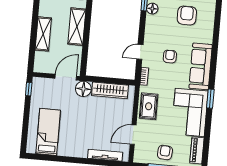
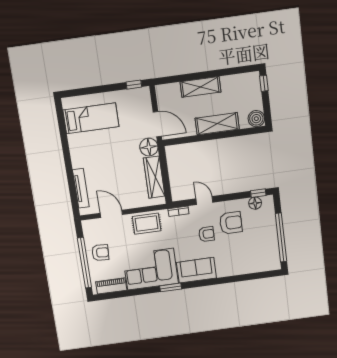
armchair: (187, 15) -> (231, 223), moved
sofa: (201, 66) -> (196, 270), width x0.73

